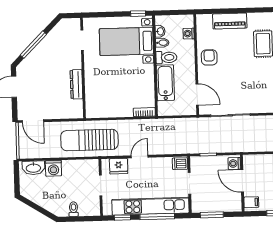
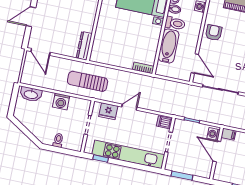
dresser: (76, 84) -> (84, 46), moved
sun lounger: (89, 140) -> (88, 81), width x0.73, depth x0.75
washing machine: (53, 168) -> (61, 102), moved
filing cabinet: (251, 202) -> (228, 134), moved
window: (157, 217) -> (132, 165), removed

